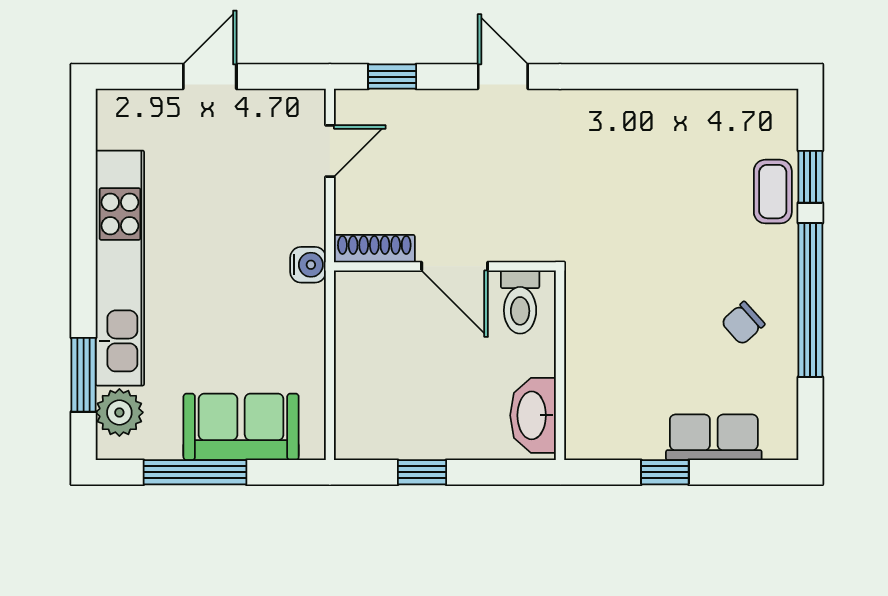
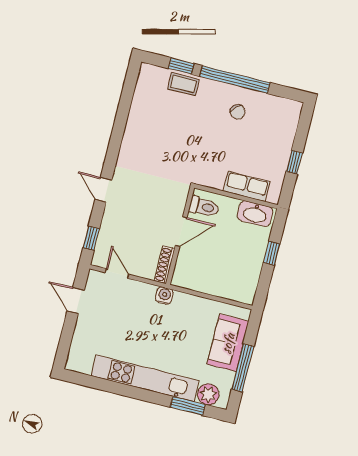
door: (210, 77) -> (76, 301), moved
door: (503, 77) -> (103, 190), hinge flipped
row of seats: (714, 437) -> (247, 186), moved, turned 90
window: (422, 472) -> (272, 253), moved

